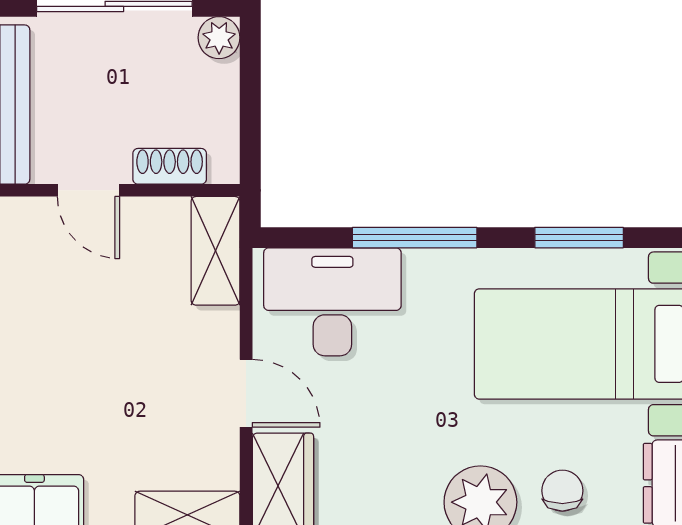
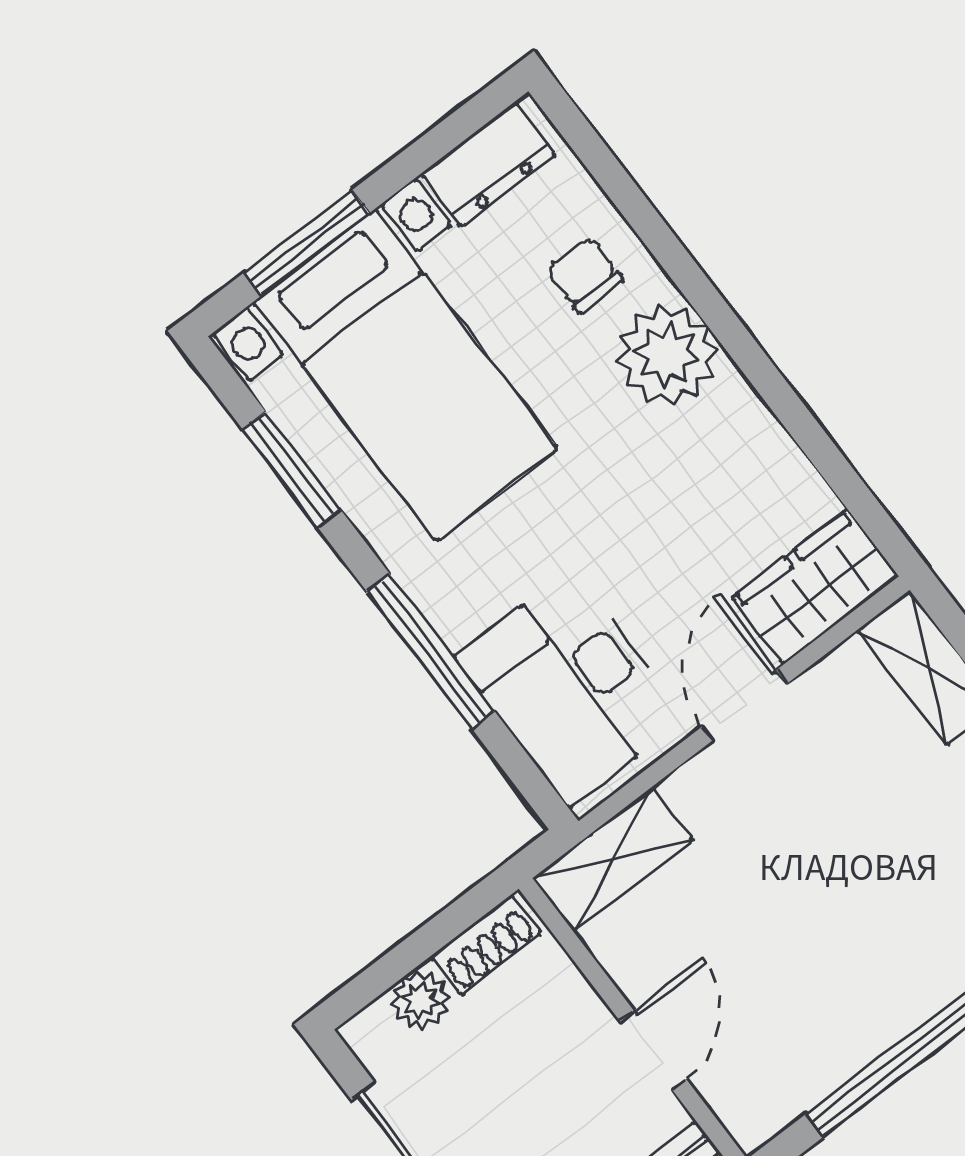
plant: (219, 38) -> (420, 1000), moved
shoe rack: (170, 166) -> (486, 945), moved, turned -90
chair: (562, 491) -> (585, 275), turned 90

